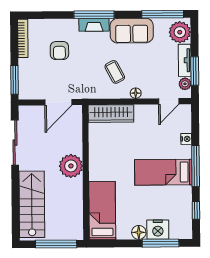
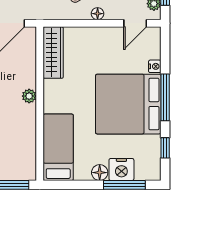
wardrobe: (111, 114) -> (53, 53), moved, turned -90
plant: (71, 166) -> (29, 96), width x0.53, depth x0.53
bed: (163, 172) -> (128, 104), width x2.04

